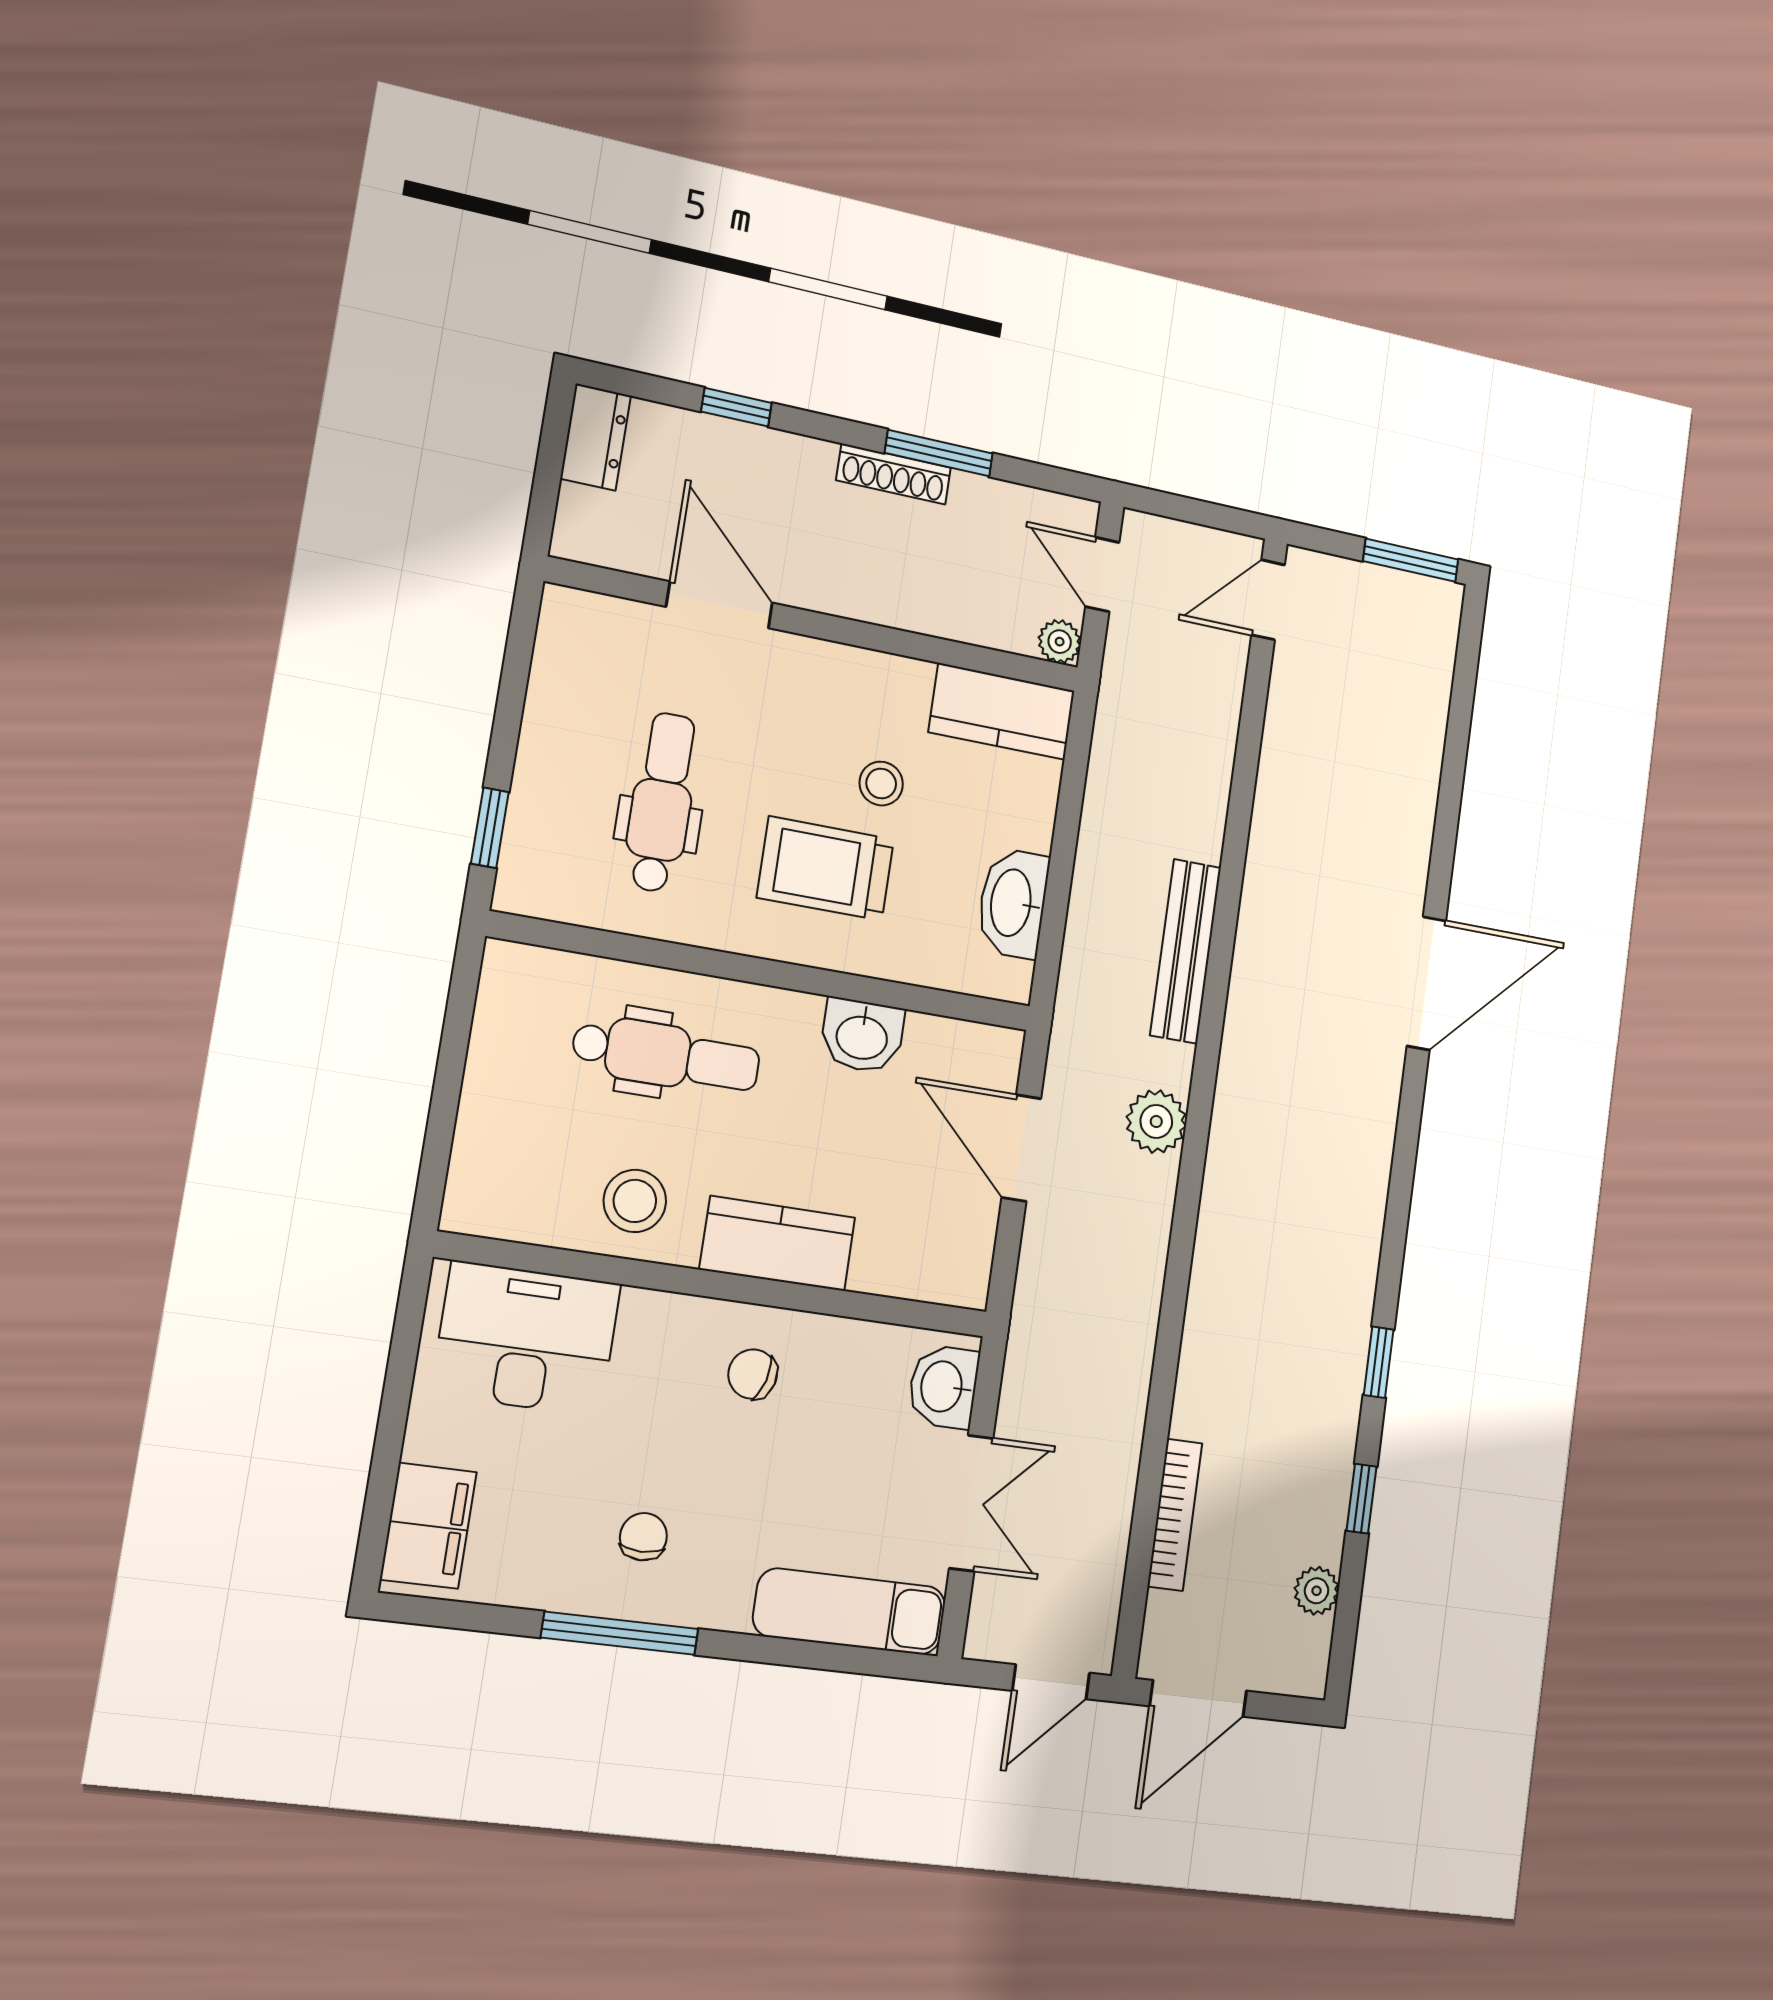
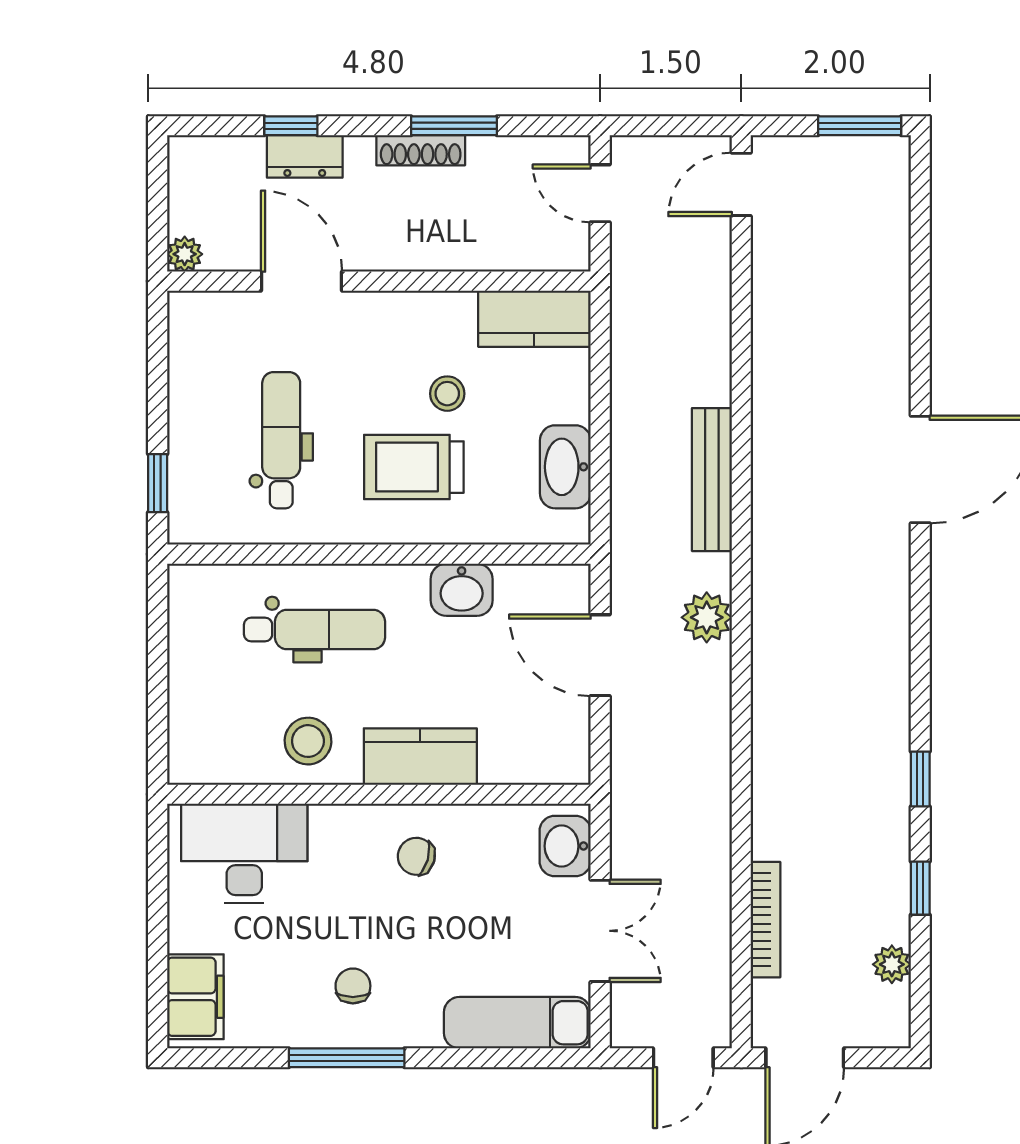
dresser: (596, 437) -> (305, 156), moved, turned 90
plant: (1060, 642) -> (185, 254), moved

